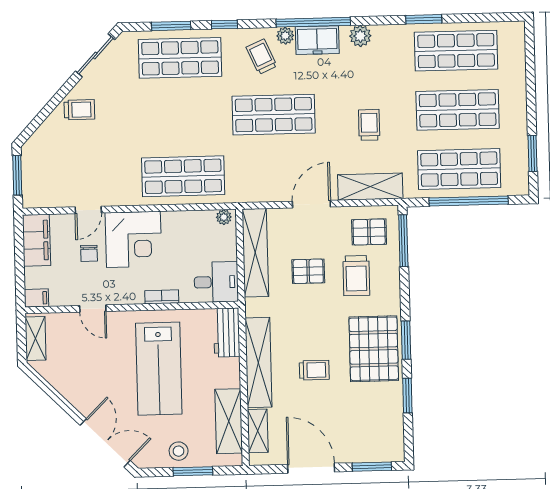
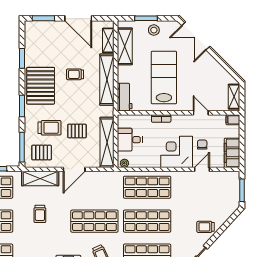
shop shelf: (182, 117) -> (147, 221), added
trolley: (356, 276) -> (49, 128), turned 90
desk: (216, 282) -> (130, 140), moved
window: (406, 340) -> (22, 106), moved

